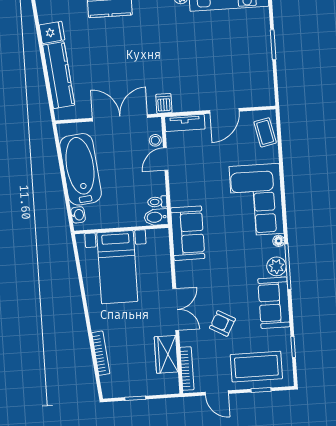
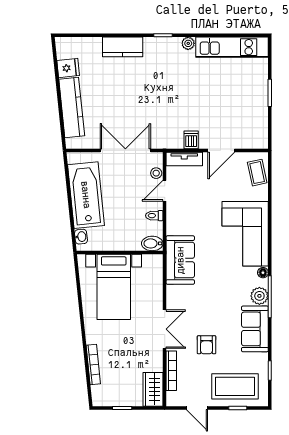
dishwasher: (164, 103) -> (191, 140), moved
toilet: (157, 202) -> (154, 216), moved
armchair: (222, 323) -> (207, 345), turned -119
wardrobe: (166, 354) -> (153, 389), moved
bookcase: (187, 369) -> (171, 371), moved

